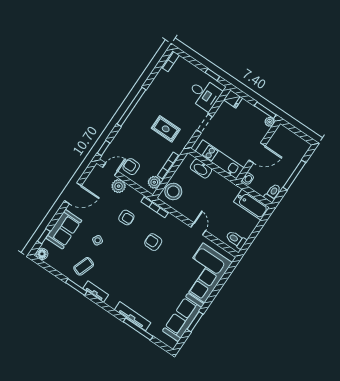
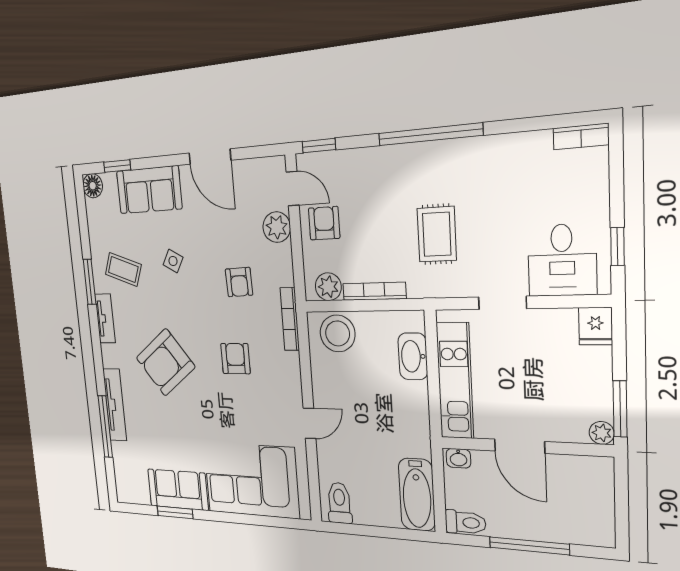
armchair: (133, 276) -> (165, 362), added
sofa: (183, 317) -> (178, 490), width x0.73

